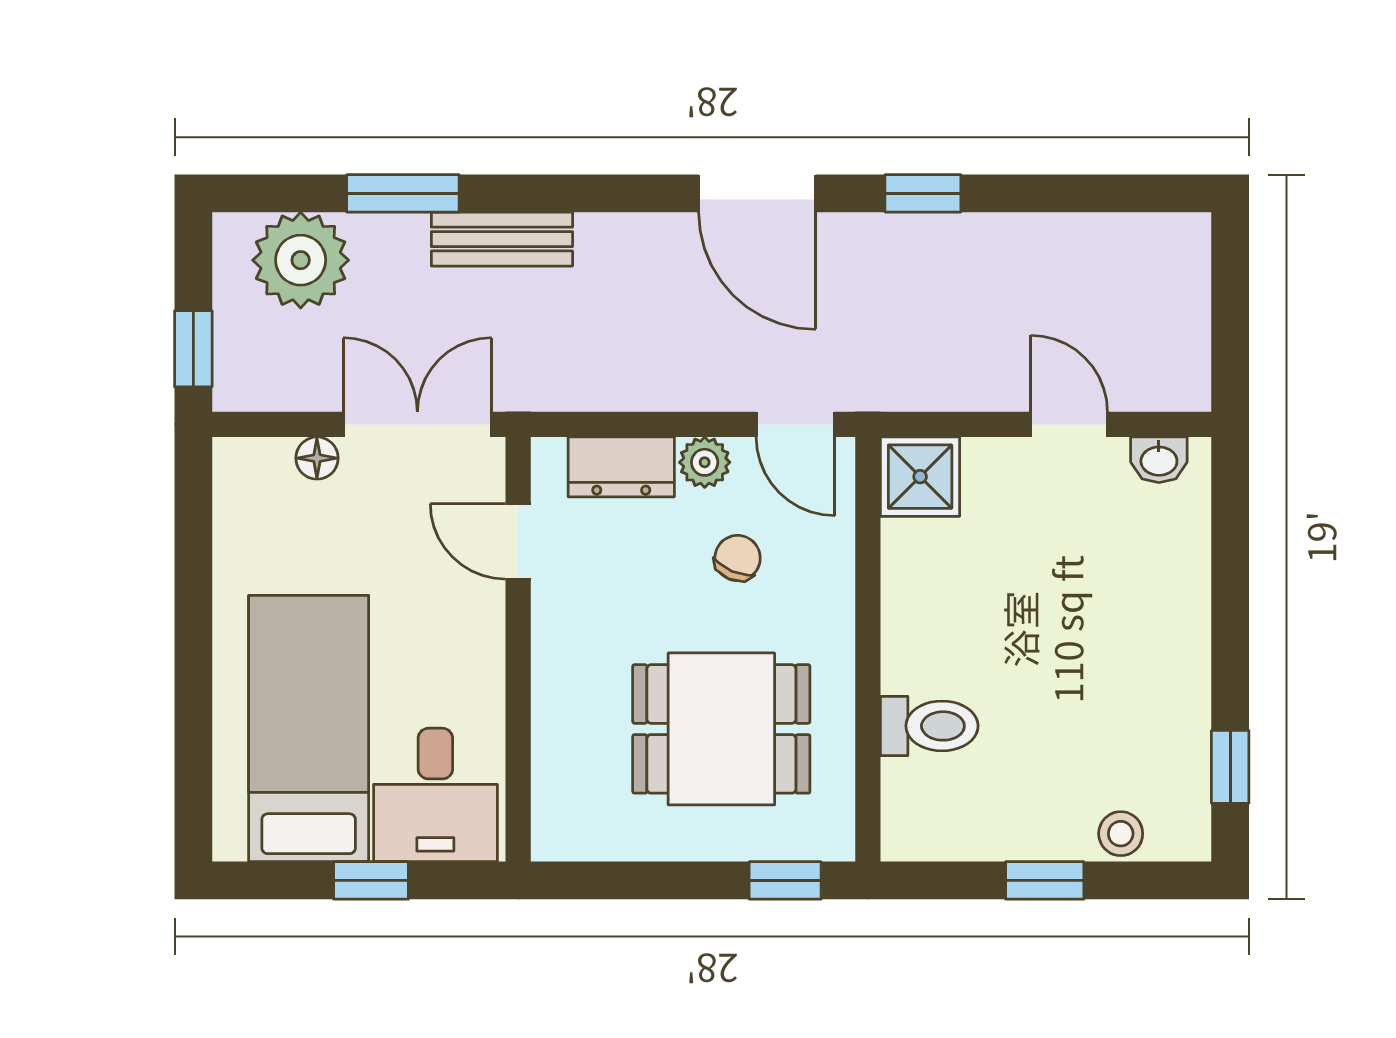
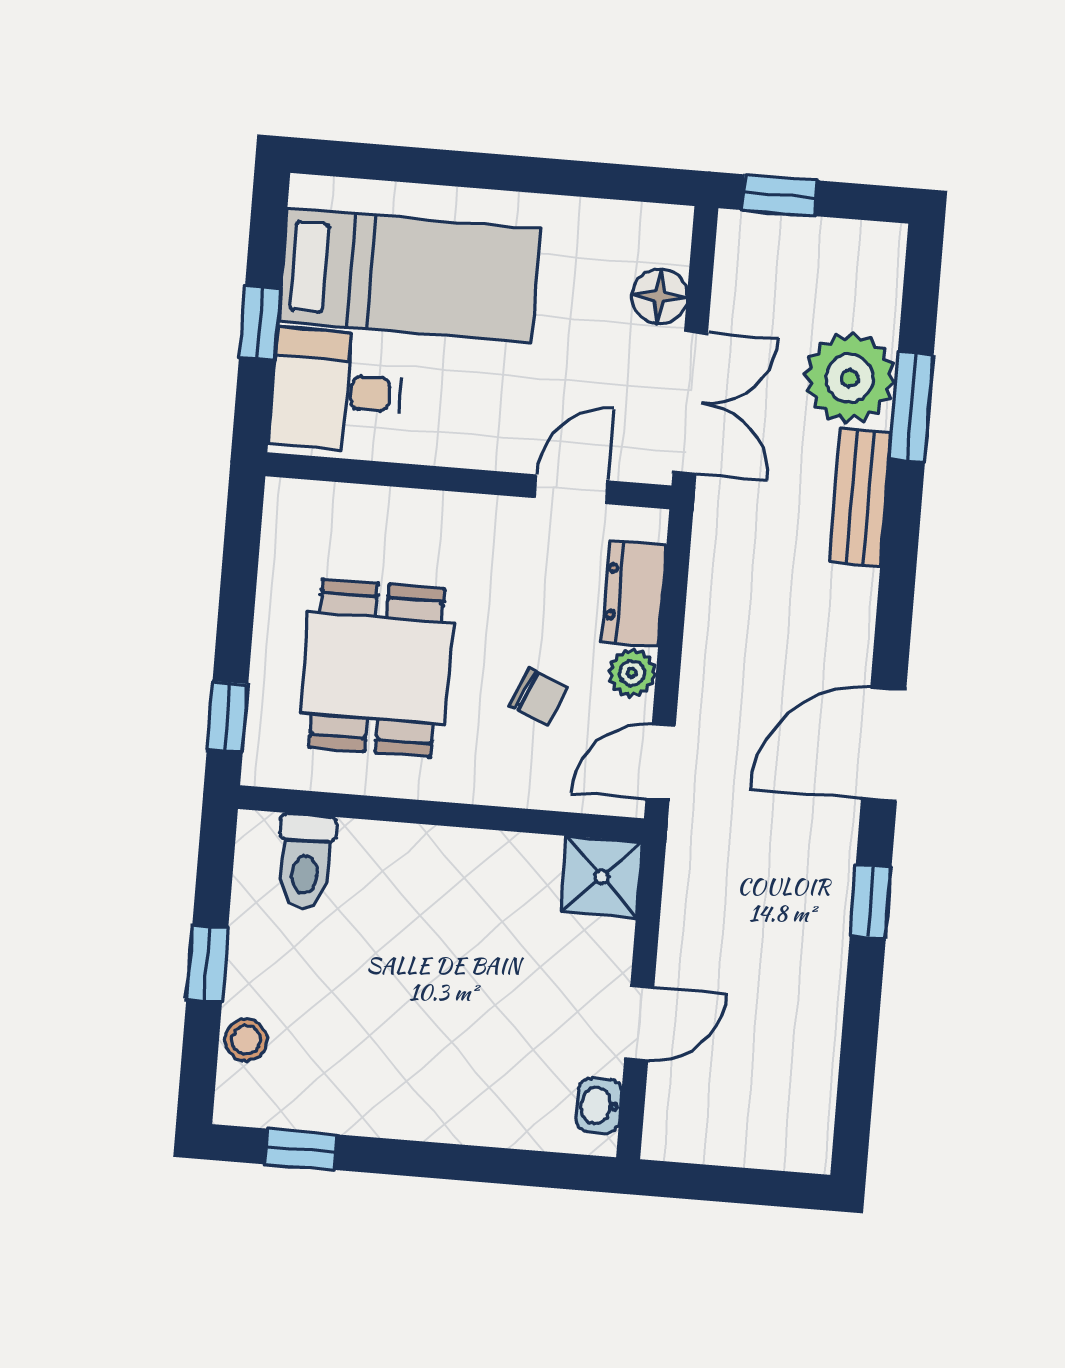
plant: (301, 260) -> (850, 378), moved
floor lamp: (317, 458) -> (659, 296), width x1.37, depth x1.37
toilet: (929, 726) -> (306, 861), moved

